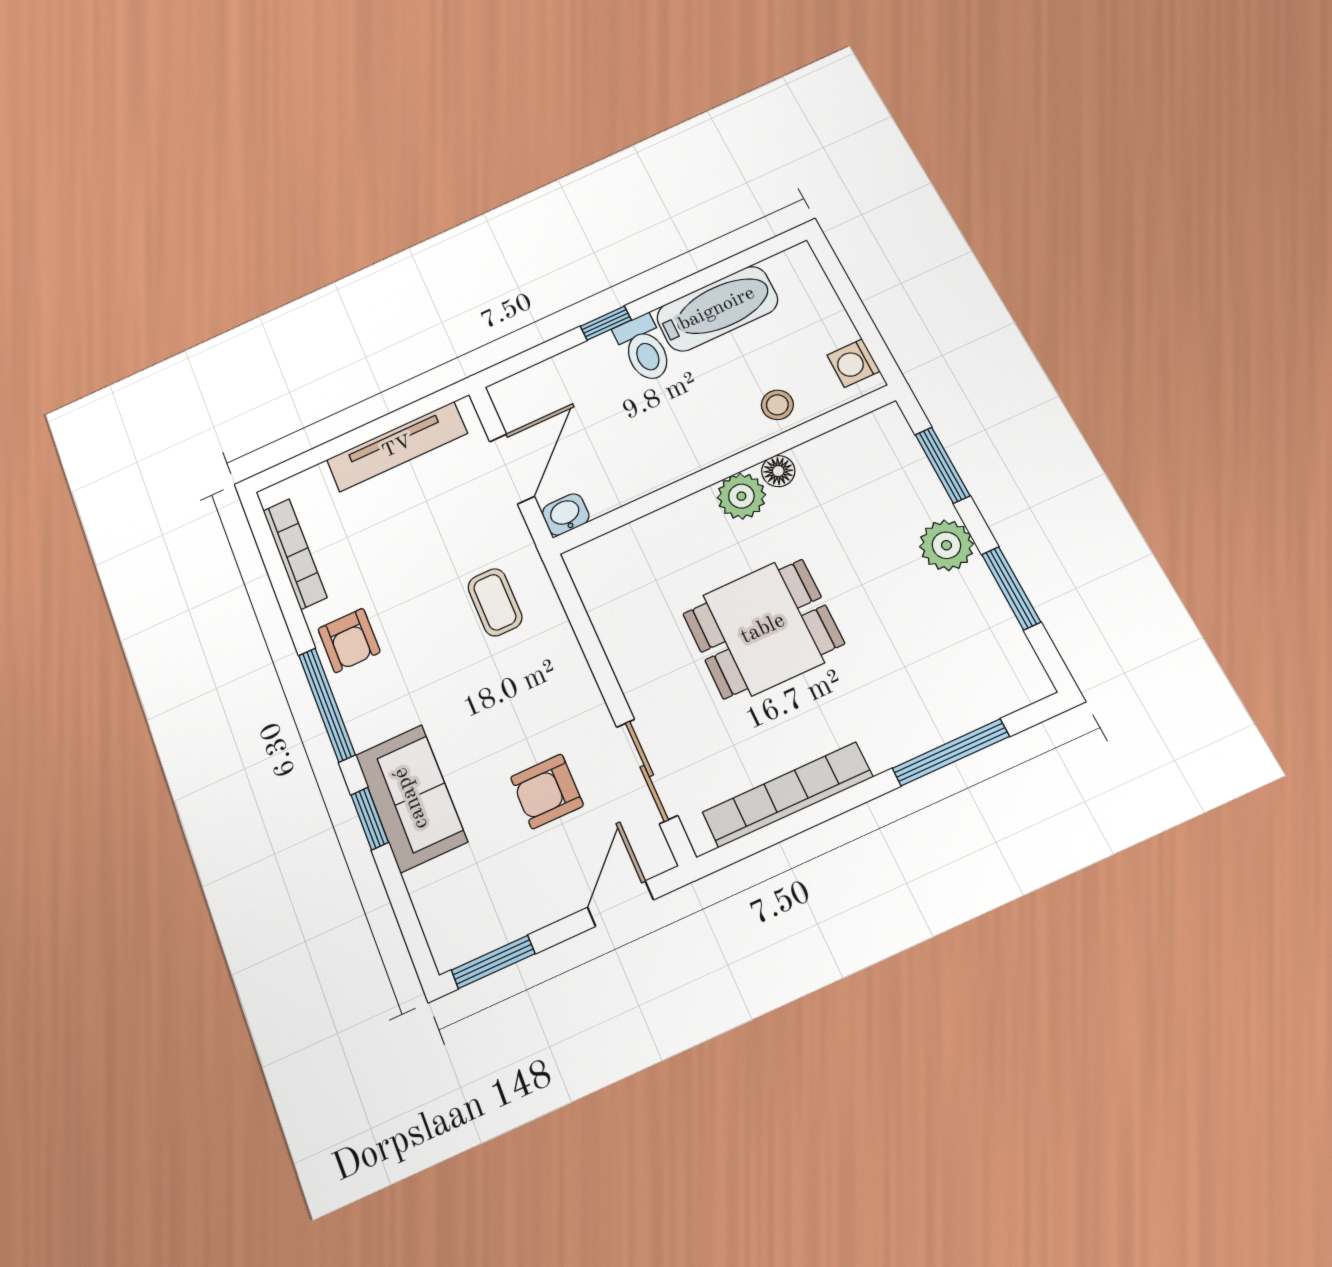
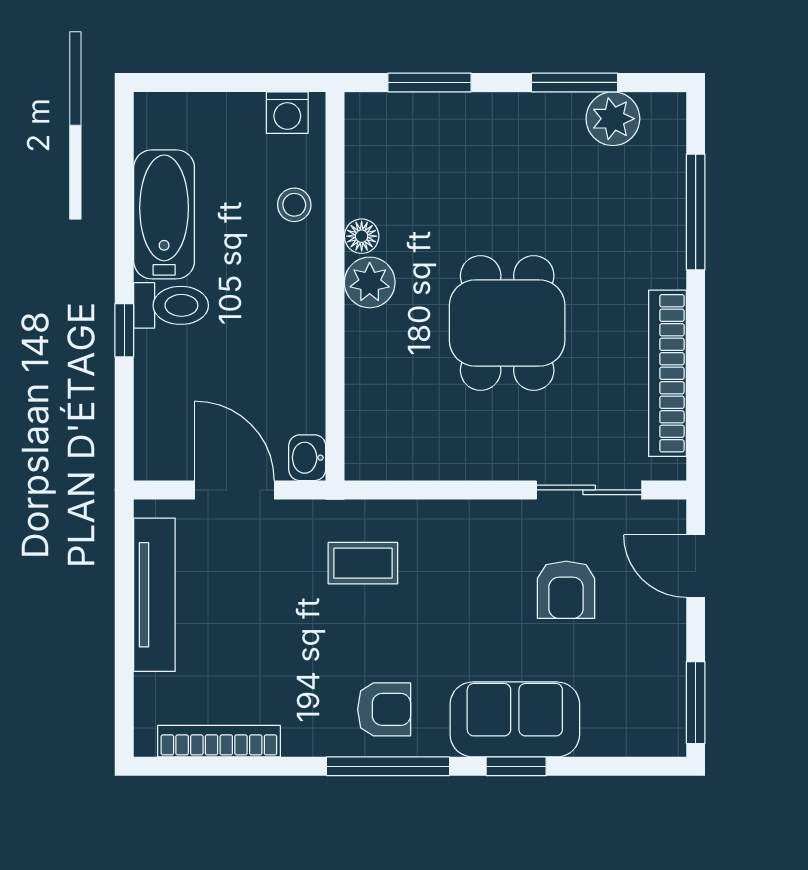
plant: (946, 545) -> (613, 119), moved
armchair: (349, 640) -> (384, 709), moved

